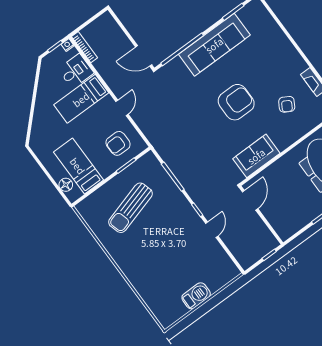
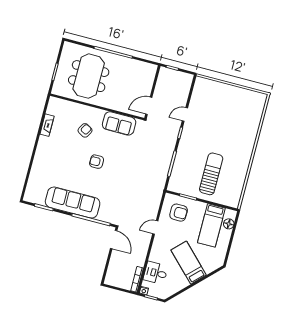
bed: (81, 99) -> (189, 263), moved, turned -135
armchair: (236, 102) -> (97, 162), width x0.53, depth x0.53
armchair: (287, 104) -> (85, 130), moved
sun lounger: (131, 208) -> (211, 174), turned -74
barbecue: (196, 296) -> (232, 92), removed

